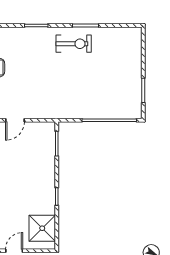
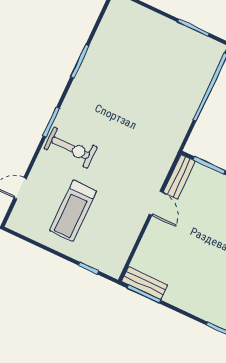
exercise bike: (74, 44) -> (71, 148), moved, turned 90
bench: (40, 128) -> (179, 177), added

